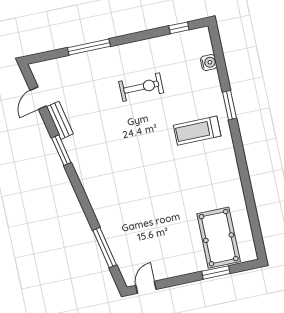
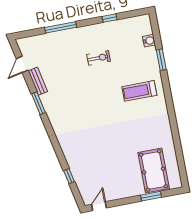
window: (179, 28) -> (110, 18), moved
exercise bike: (141, 87) -> (99, 58), width x0.73, depth x0.72
window: (229, 105) -> (161, 60), moved
window: (105, 248) -> (69, 176), width x0.46

